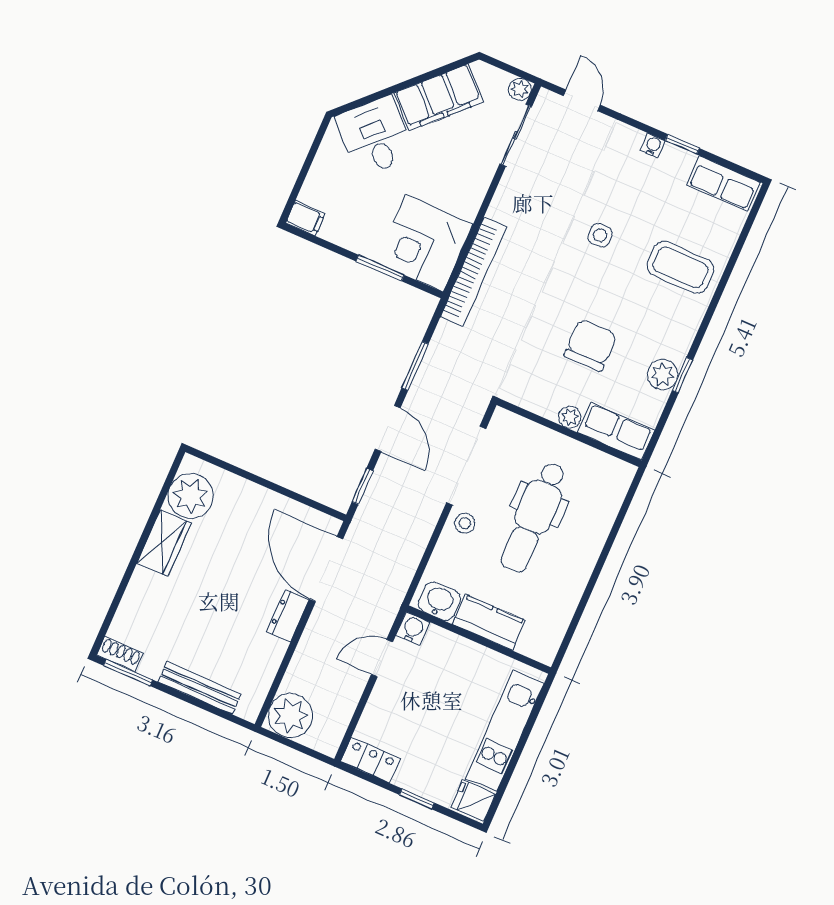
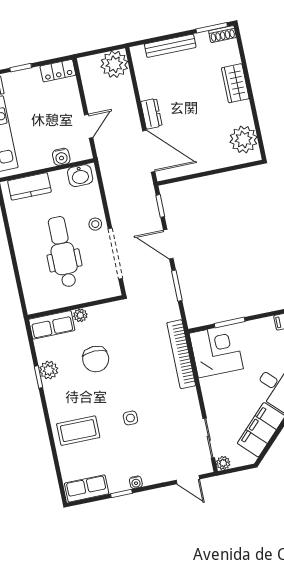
wardrobe: (164, 543) -> (235, 83), moved
kitchen counter: (489, 622) -> (29, 186), moved
water cooler: (413, 629) -> (61, 157), moved

